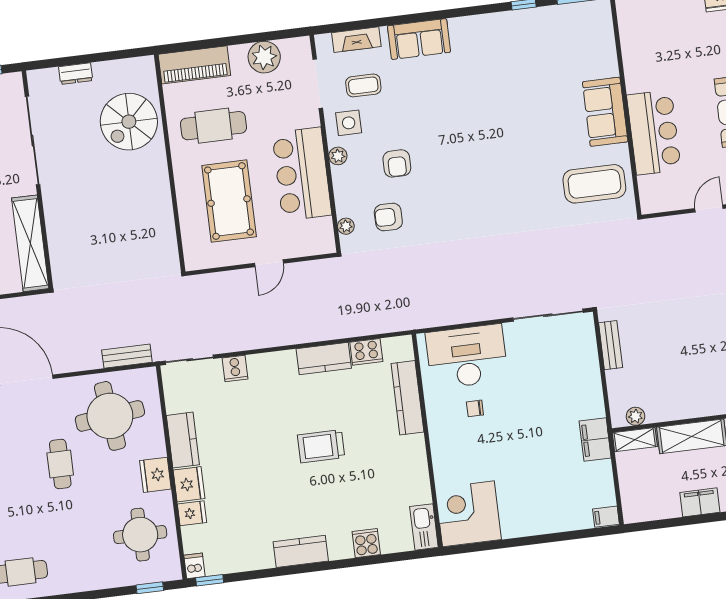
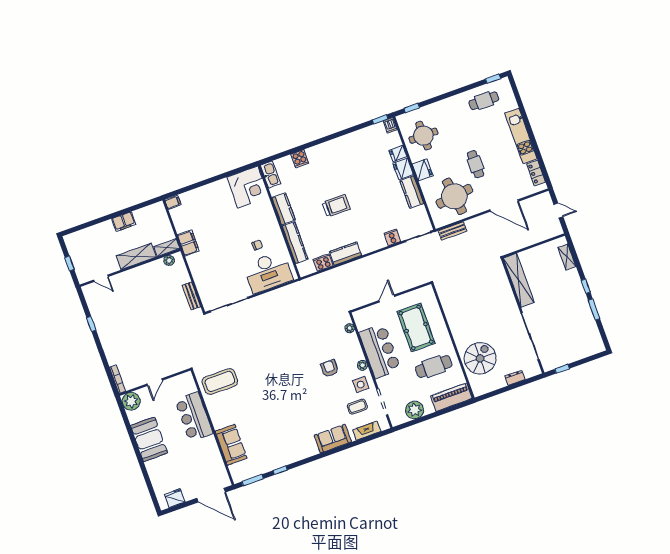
sofa: (605, 112) -> (231, 445), moved
armchair: (388, 217) -> (328, 338), removed
kitchen counter: (301, 551) -> (284, 209), moved, turned -90

